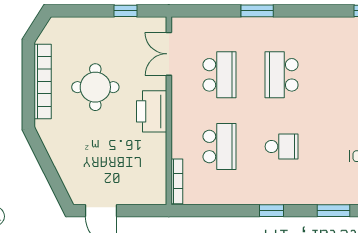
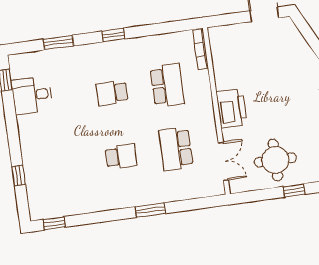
window: (126, 11) -> (294, 190), moved
school desk: (282, 75) -> (121, 156), width x0.54
round table: (95, 87) -> (275, 160), moved
school desk: (220, 147) -> (167, 85), turned 180

